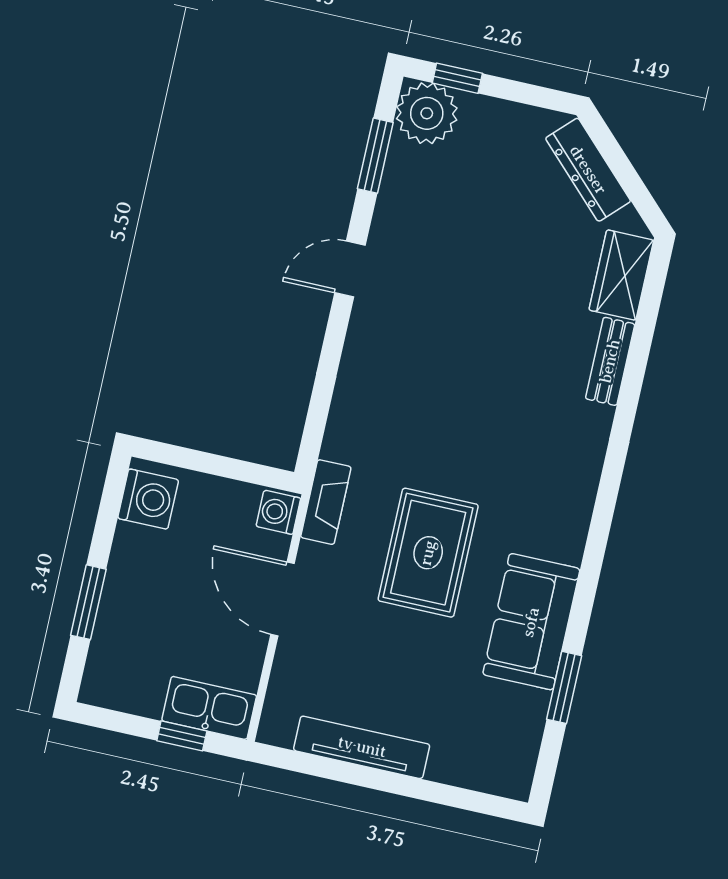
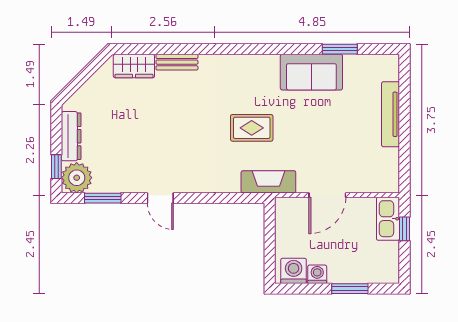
dresser: (588, 170) -> (71, 136), moved, turned -45
fireplace: (326, 502) -> (268, 182), width x1.37, depth x1.32
washing machine: (278, 512) -> (317, 274), moved, turned 180
rug: (428, 553) -> (252, 128), moved, width x0.73, depth x0.70
tv unit: (362, 747) -> (391, 114), moved

